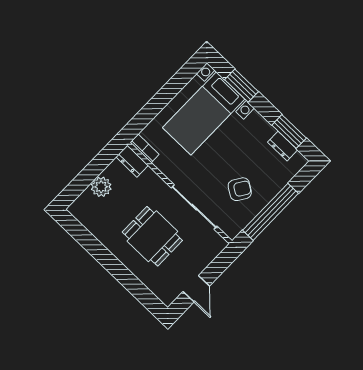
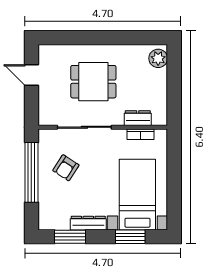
dresser: (283, 146) -> (88, 223), moved, width x1.44
bookcase: (145, 148) -> (140, 134), moved
dresser: (132, 161) -> (138, 118), moved
plant: (101, 187) -> (158, 58), moved

